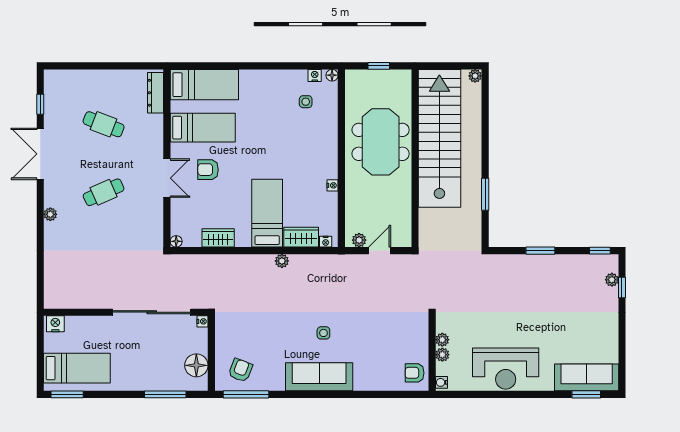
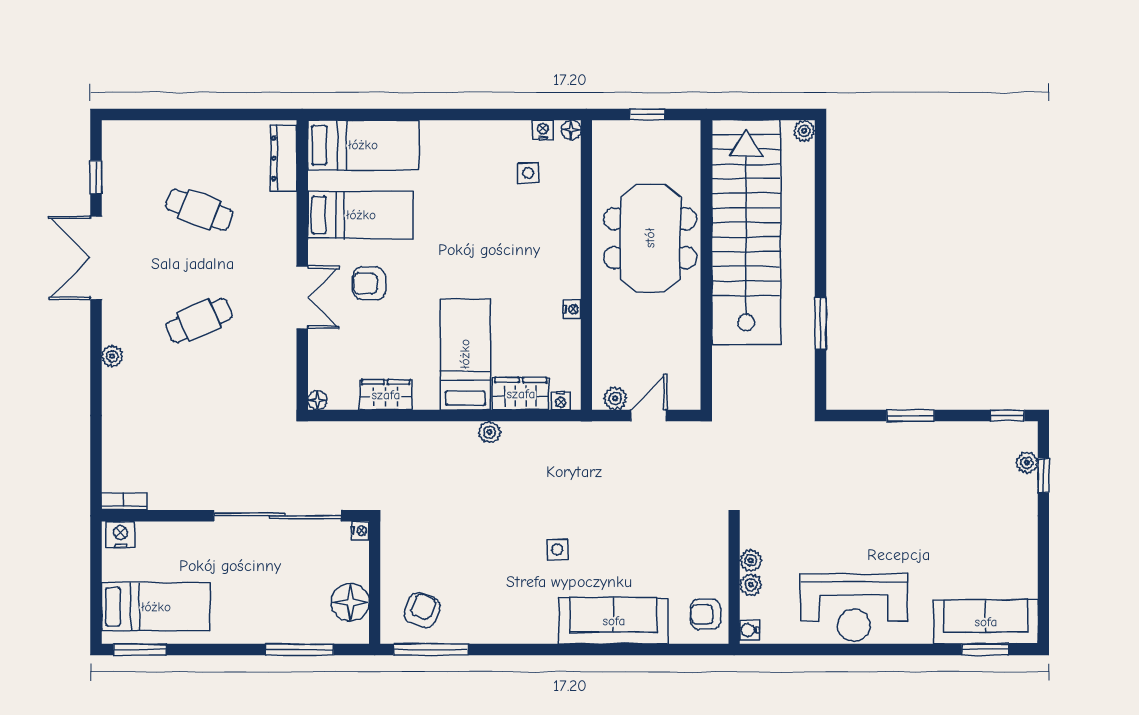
bookcase: (57, 303) -> (124, 501), added
sofa: (319, 377) -> (614, 621), moved

